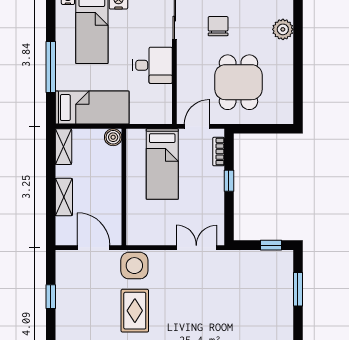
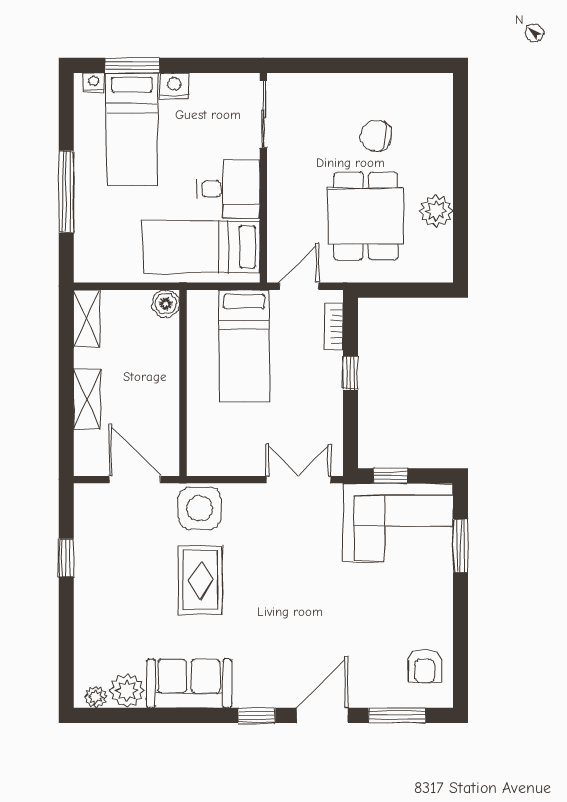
chair: (218, 26) -> (376, 136), moved, turned -81
plant: (283, 29) -> (436, 211), moved
bed: (92, 108) -> (201, 247), moved, turned 180
window: (271, 245) -> (391, 476), moved
corner sofa: (259, 274) -> (398, 522), added

